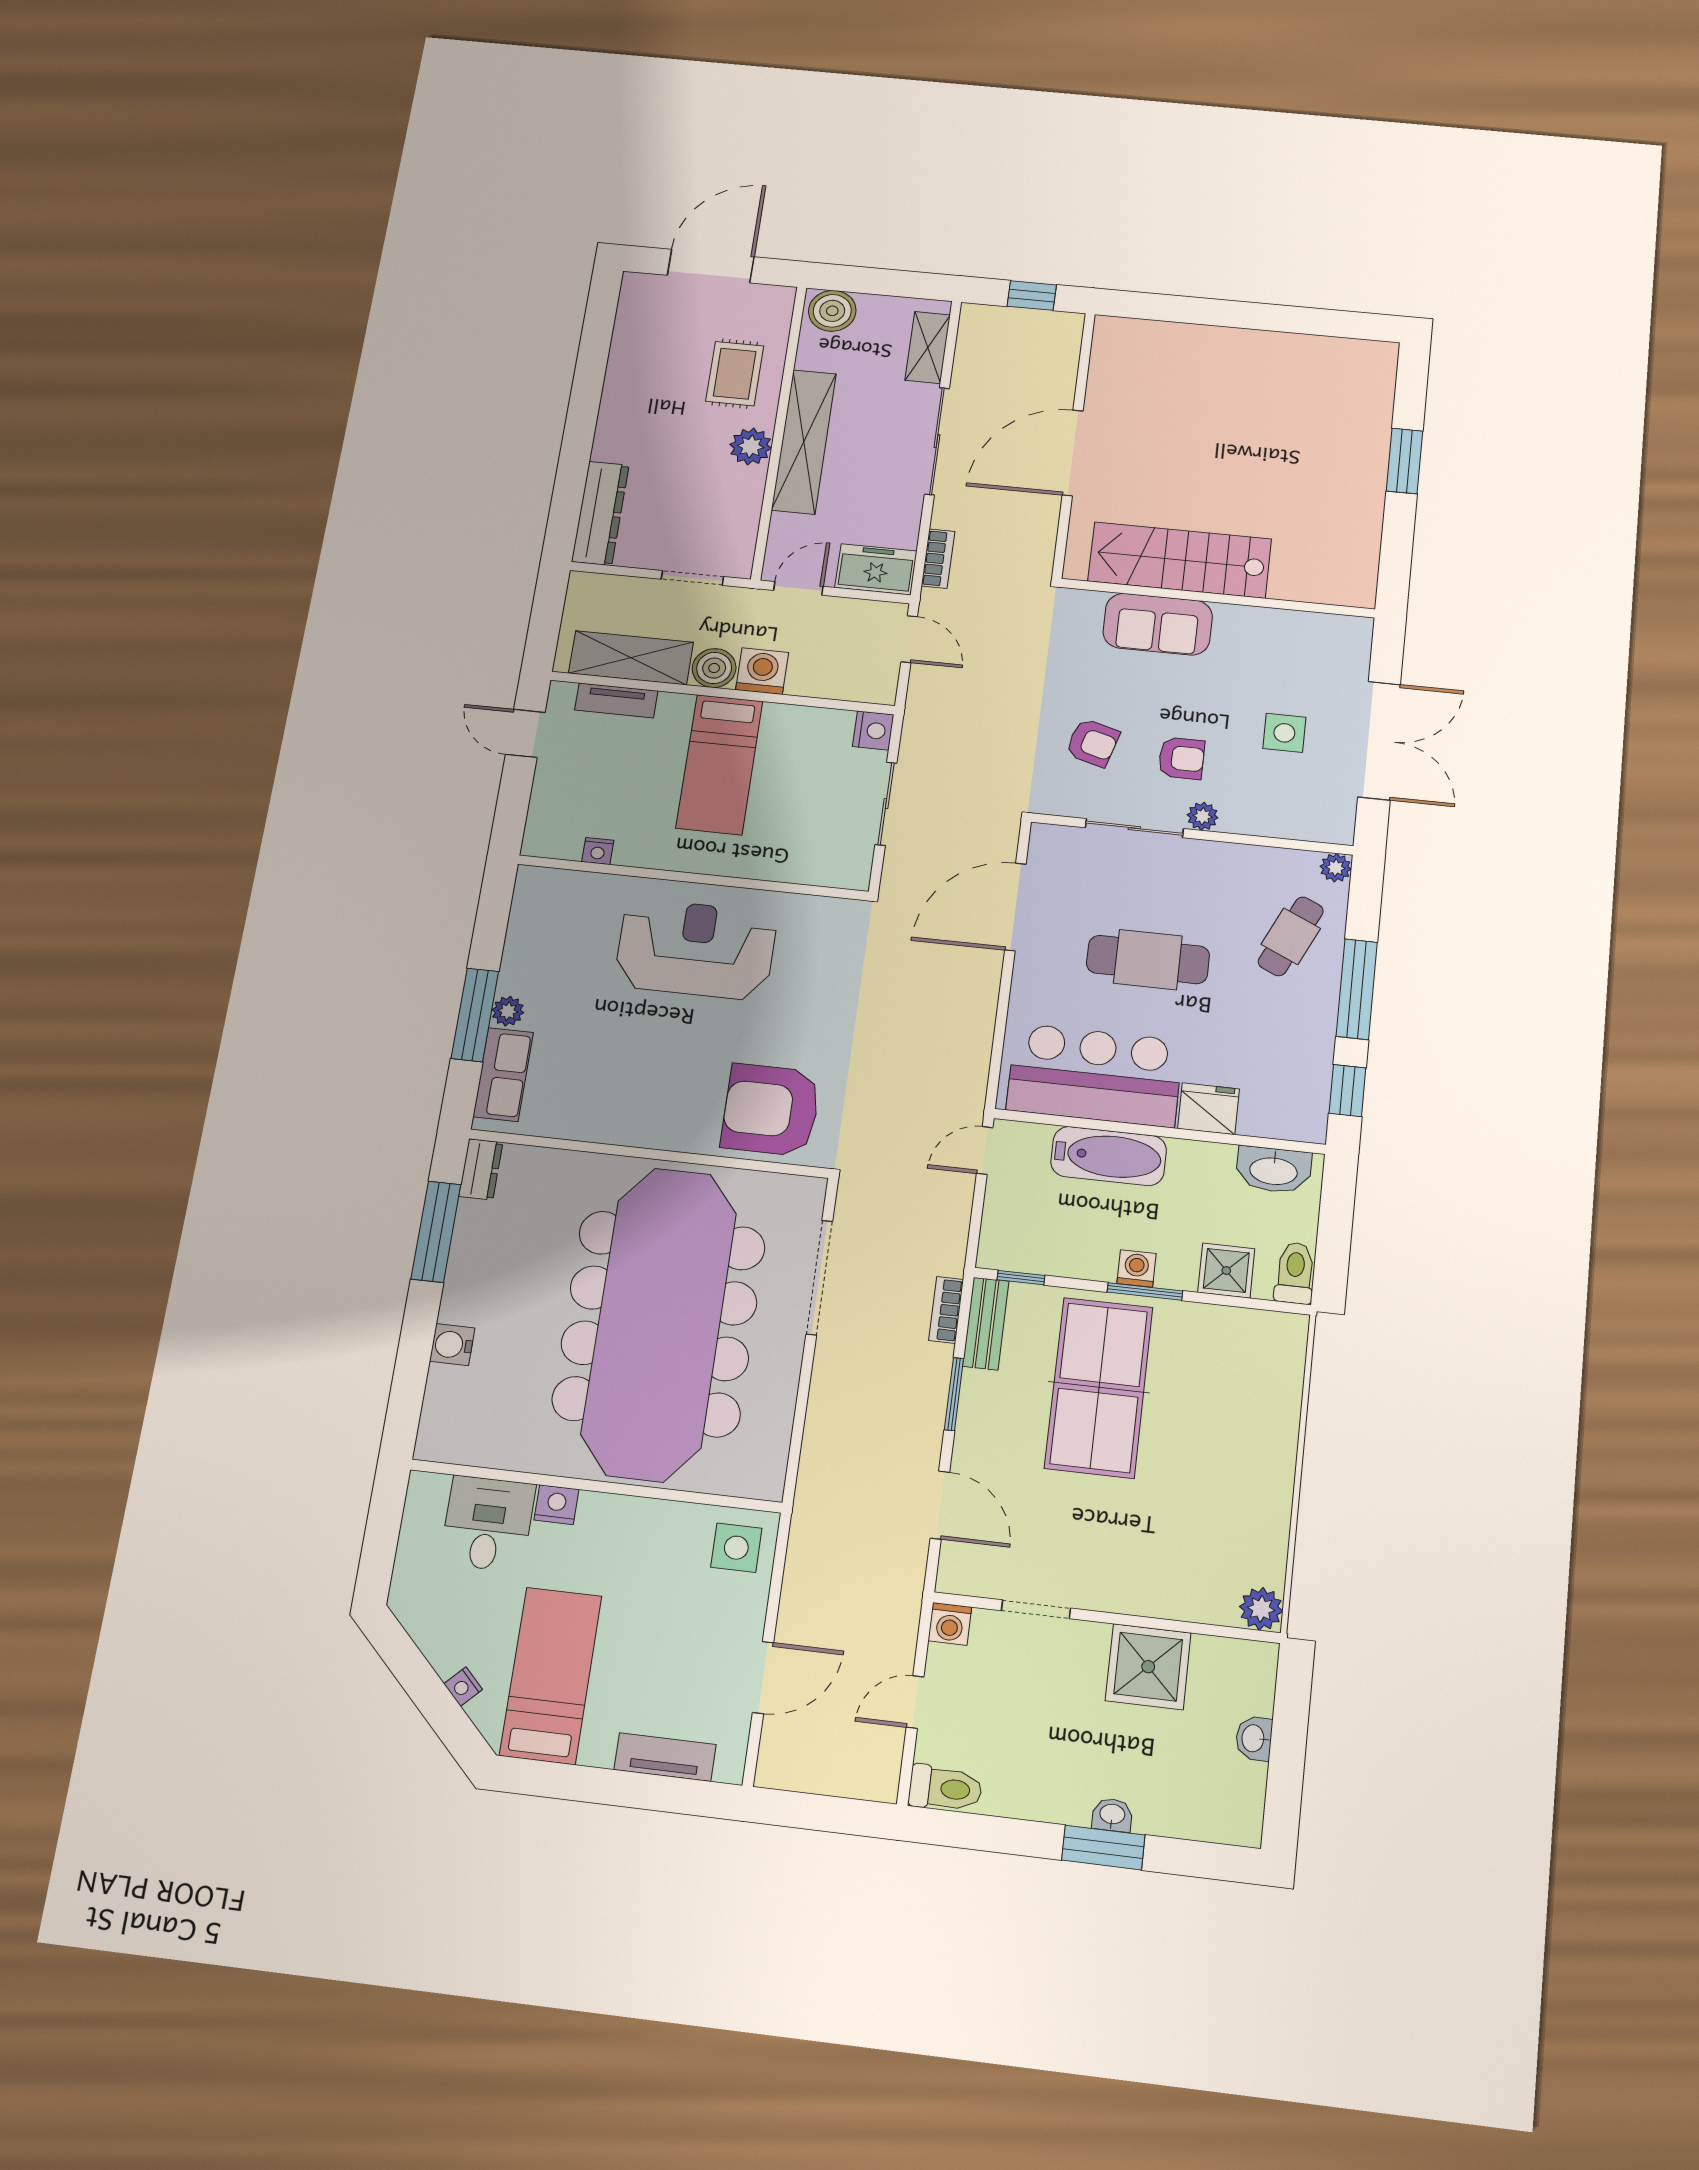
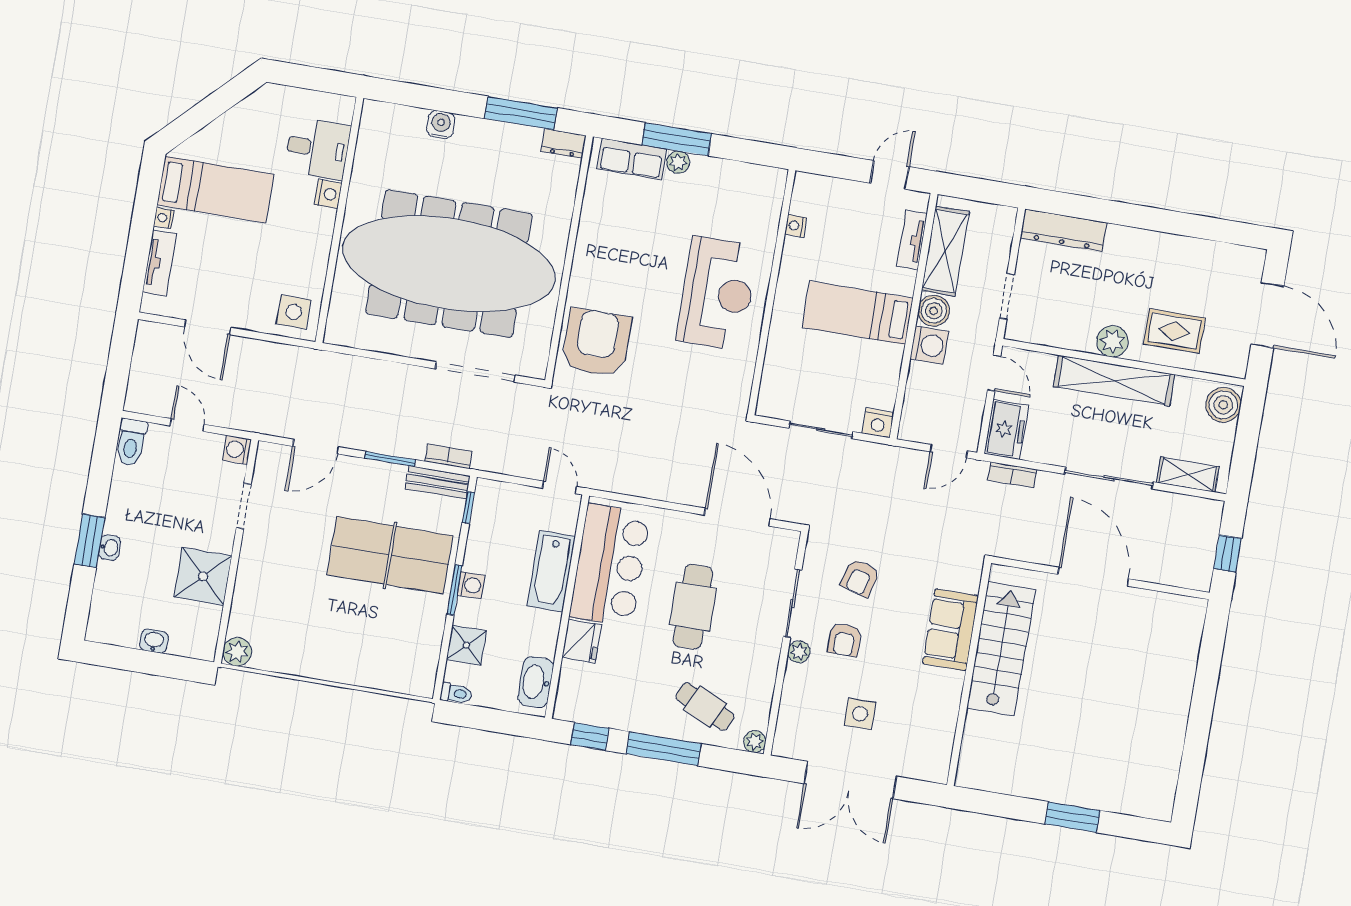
toilet: (1295, 1273) -> (456, 693), width x0.73, depth x0.72
nightstand: (463, 1687) -> (164, 218), moved, turned -45

